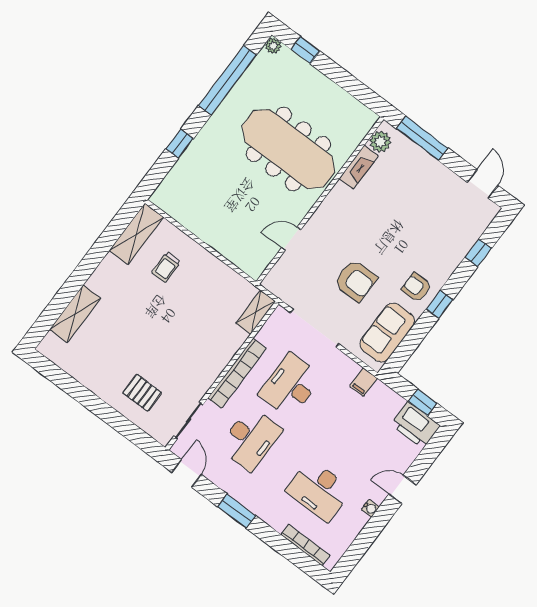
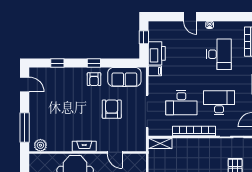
fireplace: (359, 167) -> (84, 146), moved
door: (483, 184) -> (25, 85), swing flipped
printer: (415, 425) -> (157, 53), moved

